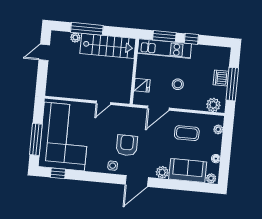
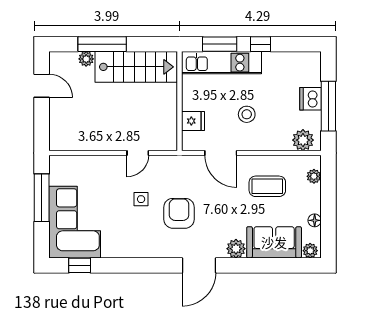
door: (44, 52) -> (42, 86), swing flipped
door: (158, 108) -> (221, 153), hinge flipped
corner sofa: (64, 136) -> (75, 222), width x0.73, depth x0.74
window: (36, 139) -> (42, 198), moved
side table: (113, 166) -> (141, 199), moved

